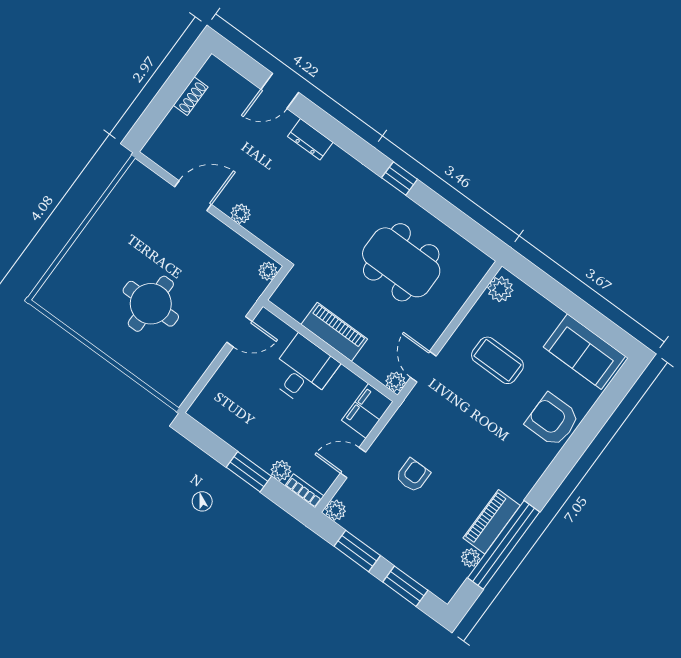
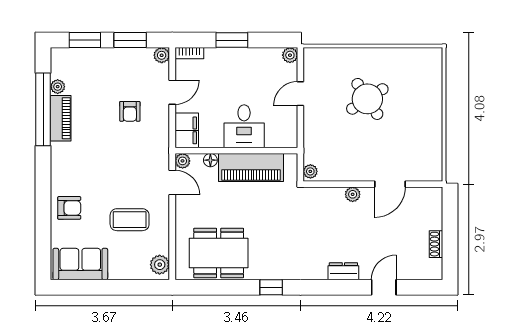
dining table: (401, 262) -> (219, 253), moved
round table: (151, 304) -> (367, 99), turned -33
door: (240, 332) -> (300, 94), moved
piano: (334, 332) -> (251, 167), width x1.37, depth x1.33
floor lamp: (365, 361) -> (210, 160), added
armchair: (552, 420) -> (69, 208), width x0.72, depth x0.72
plant: (281, 470) -> (290, 55), moved

